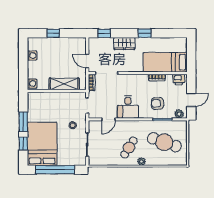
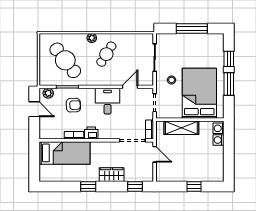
washing machine: (32, 56) -> (219, 140), moved
printer: (179, 79) -> (91, 133), moved
door: (191, 100) -> (34, 109), swing flipped
cafe table: (164, 142) -> (65, 60), turned 33
bed: (42, 144) -> (199, 93), moved, turned 180
window: (55, 170) -> (192, 28), width x0.68

